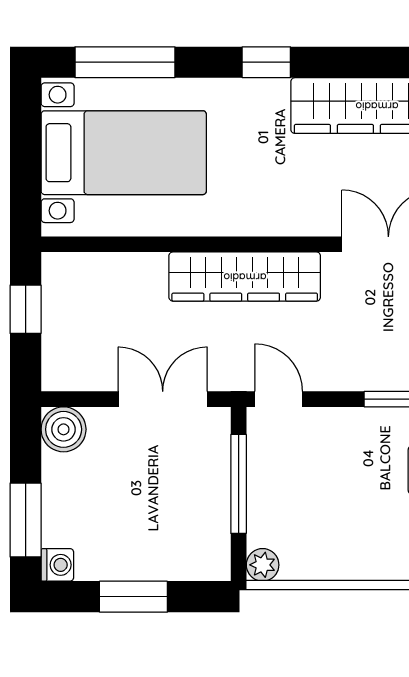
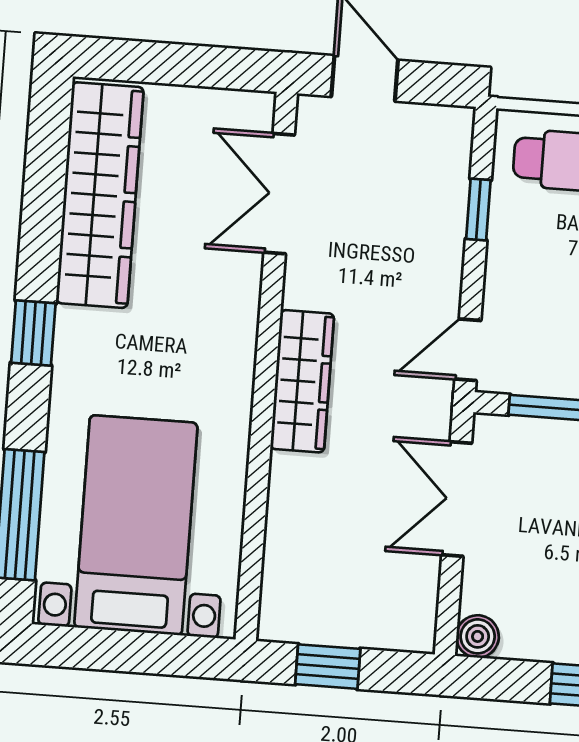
wardrobe: (245, 277) -> (302, 381), width x0.71, depth x0.85
boiler: (64, 429) -> (478, 636), width x0.73, depth x0.73

